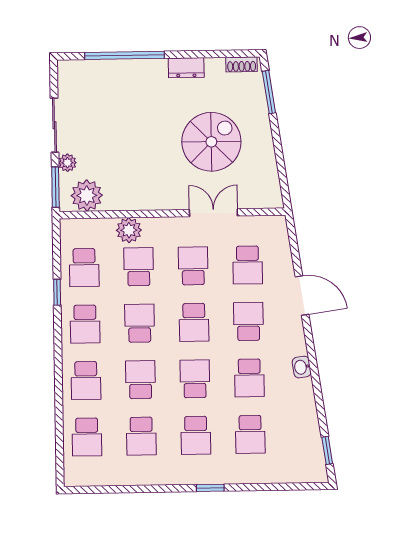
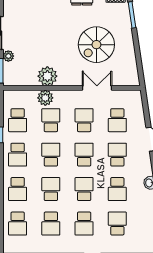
spiral stairs: (211, 142) -> (96, 45), turned 180
plant: (87, 195) -> (47, 76), moved
school desk: (194, 322) -> (84, 155), turned 180
school desk: (250, 434) -> (117, 224), turned 180

